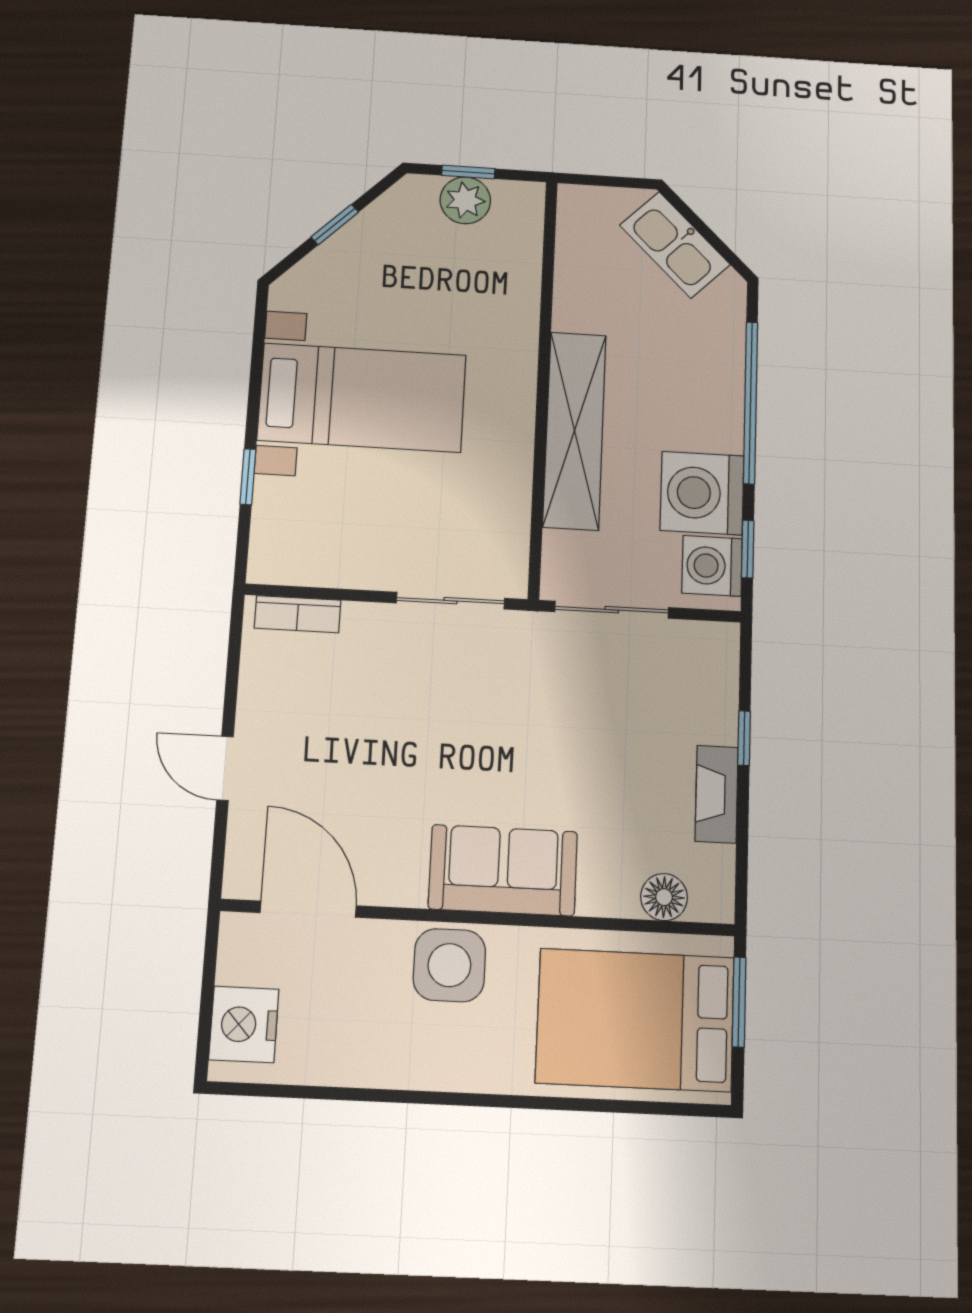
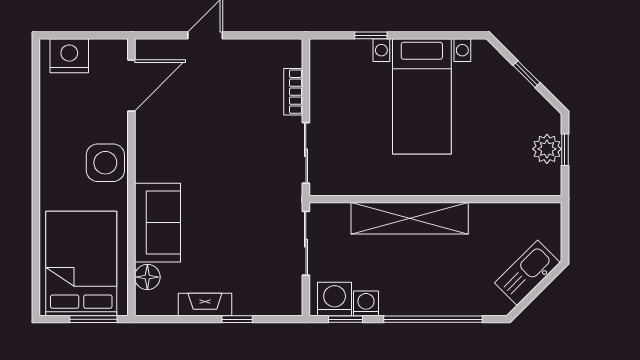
washing machine: (702, 493) -> (366, 303), width x0.53, depth x0.53
bookcase: (298, 614) -> (293, 92), moved
sofa: (503, 870) -> (157, 223), moved

